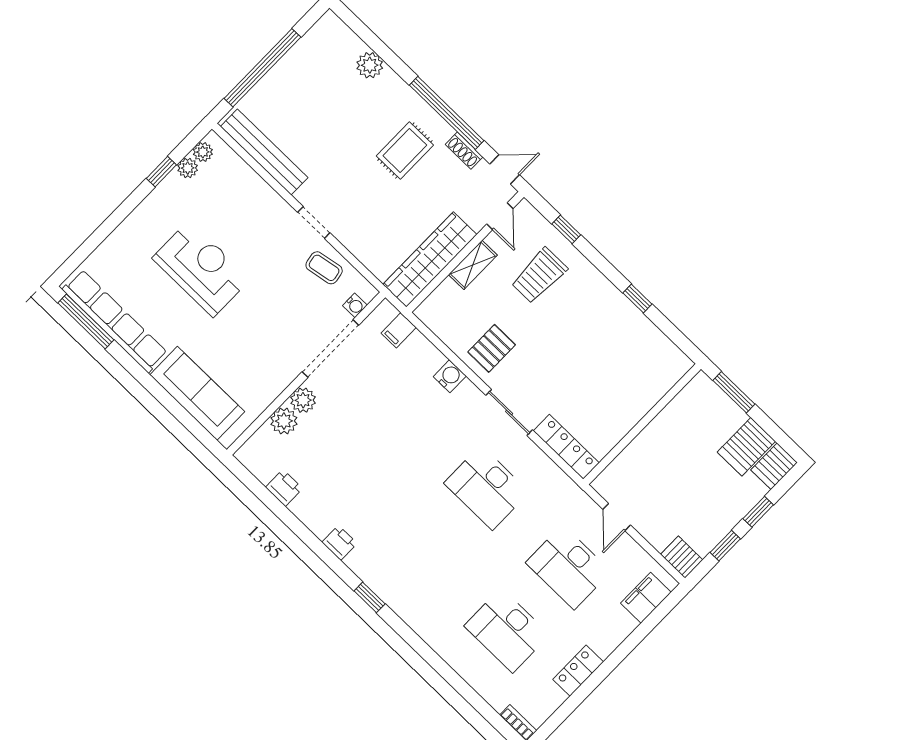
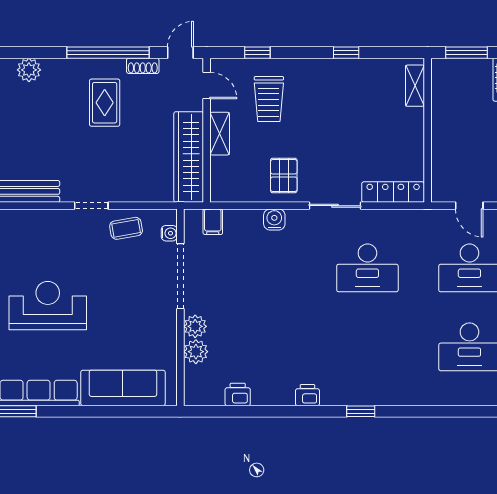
shelving: (667, 379) -> (415, 86), added

